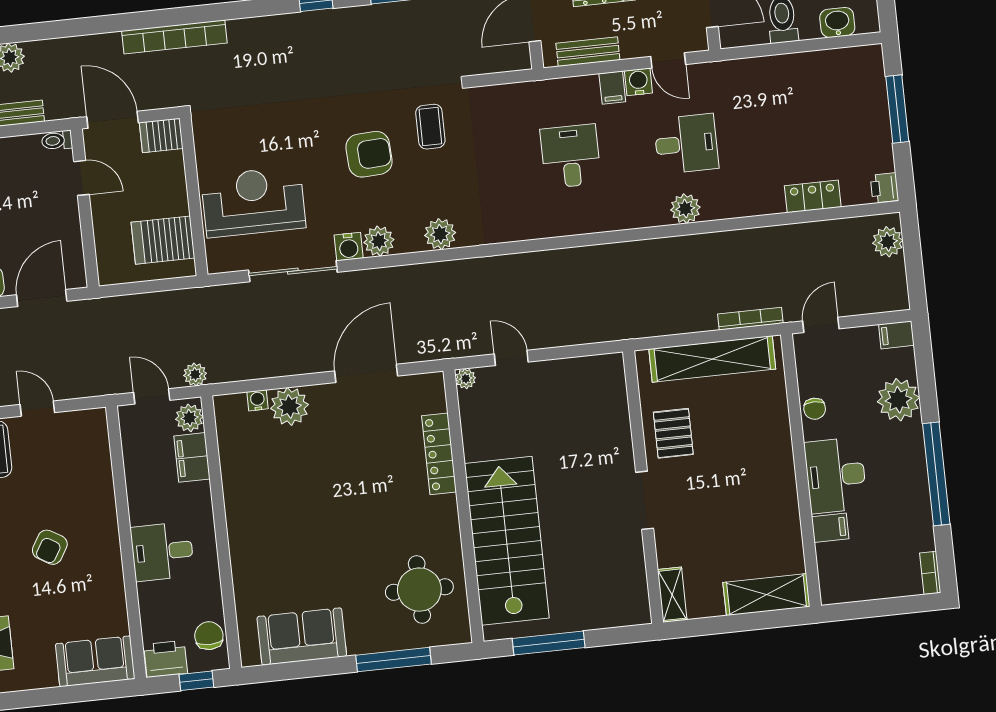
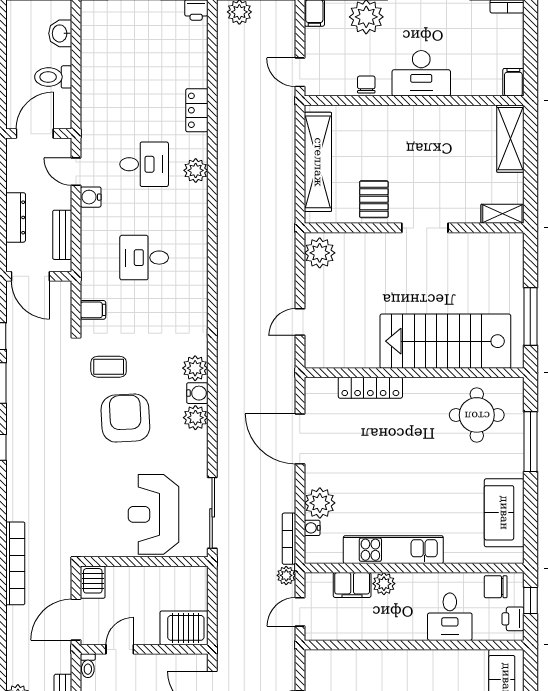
door: (668, 60) -> (76, 172), swing flipped
filing cabinet: (612, 88) -> (93, 310), moved
desk: (686, 144) -> (144, 164), turned 90
armchair: (369, 154) -> (125, 418), width x1.36, depth x1.36
locker: (813, 196) -> (197, 110), moved
server rack: (163, 240) -> (184, 628), moved, turned 90
water cooler: (349, 247) -> (197, 393), moved
sliding door: (293, 271) -> (212, 513), moved
bookcase: (750, 319) -> (289, 539), moved
plant: (466, 379) -> (320, 253), moved, width x1.87, depth x1.87
chair: (815, 409) -> (366, 84), turned -90
plant: (189, 418) -> (384, 584), moved
pallet: (673, 433) -> (374, 199), turned 90
kitchen unit: (241, 504) -> (393, 550), added
filing cabinet: (830, 528) -> (513, 82), moved
desk: (162, 552) -> (450, 617), moved
printer: (166, 659) -> (513, 619), width x0.73, depth x0.81

